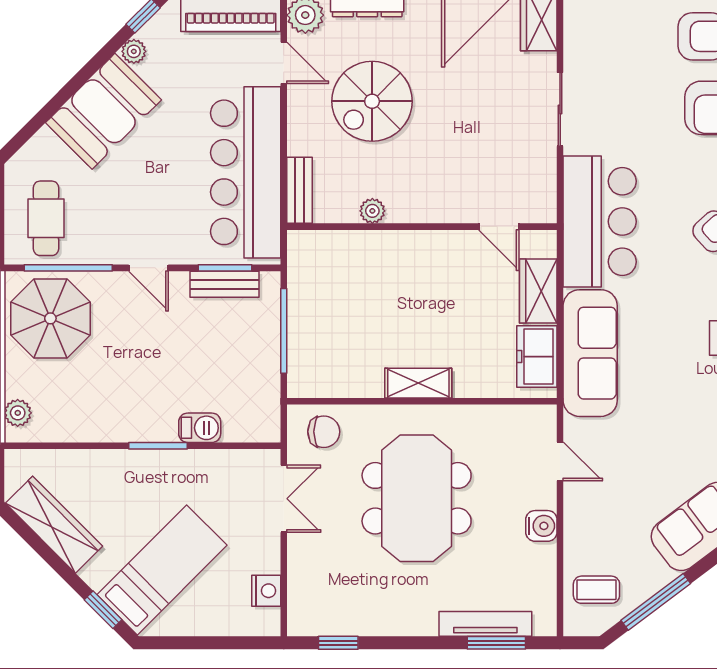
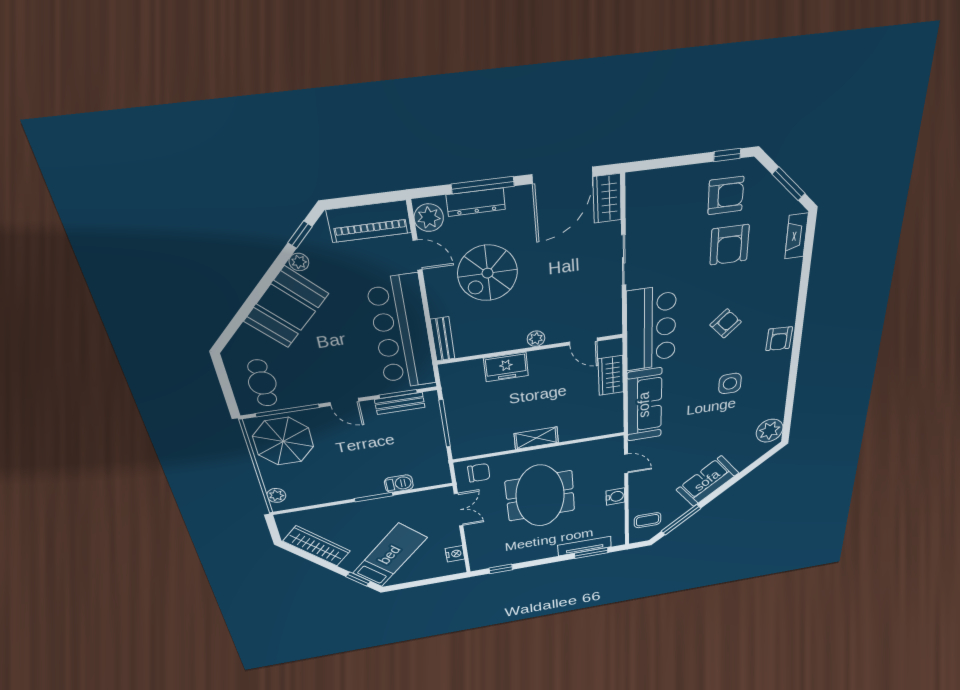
plant: (372, 211) -> (536, 339), moved
freezer: (537, 357) -> (506, 367), moved, turned -90

